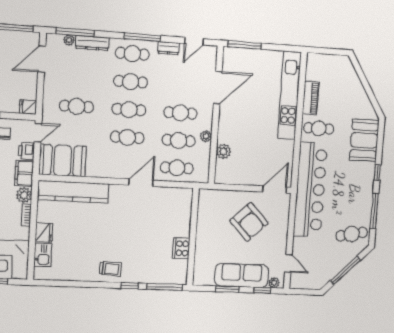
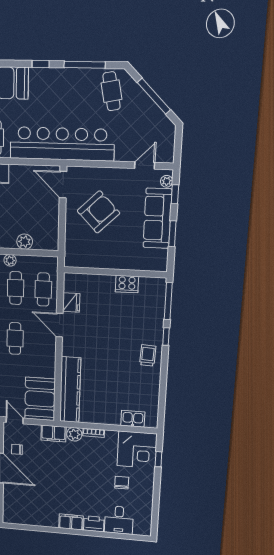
printer: (26, 151) -> (32, 431), removed
fridge: (44, 233) -> (71, 302), moved, turned 90

